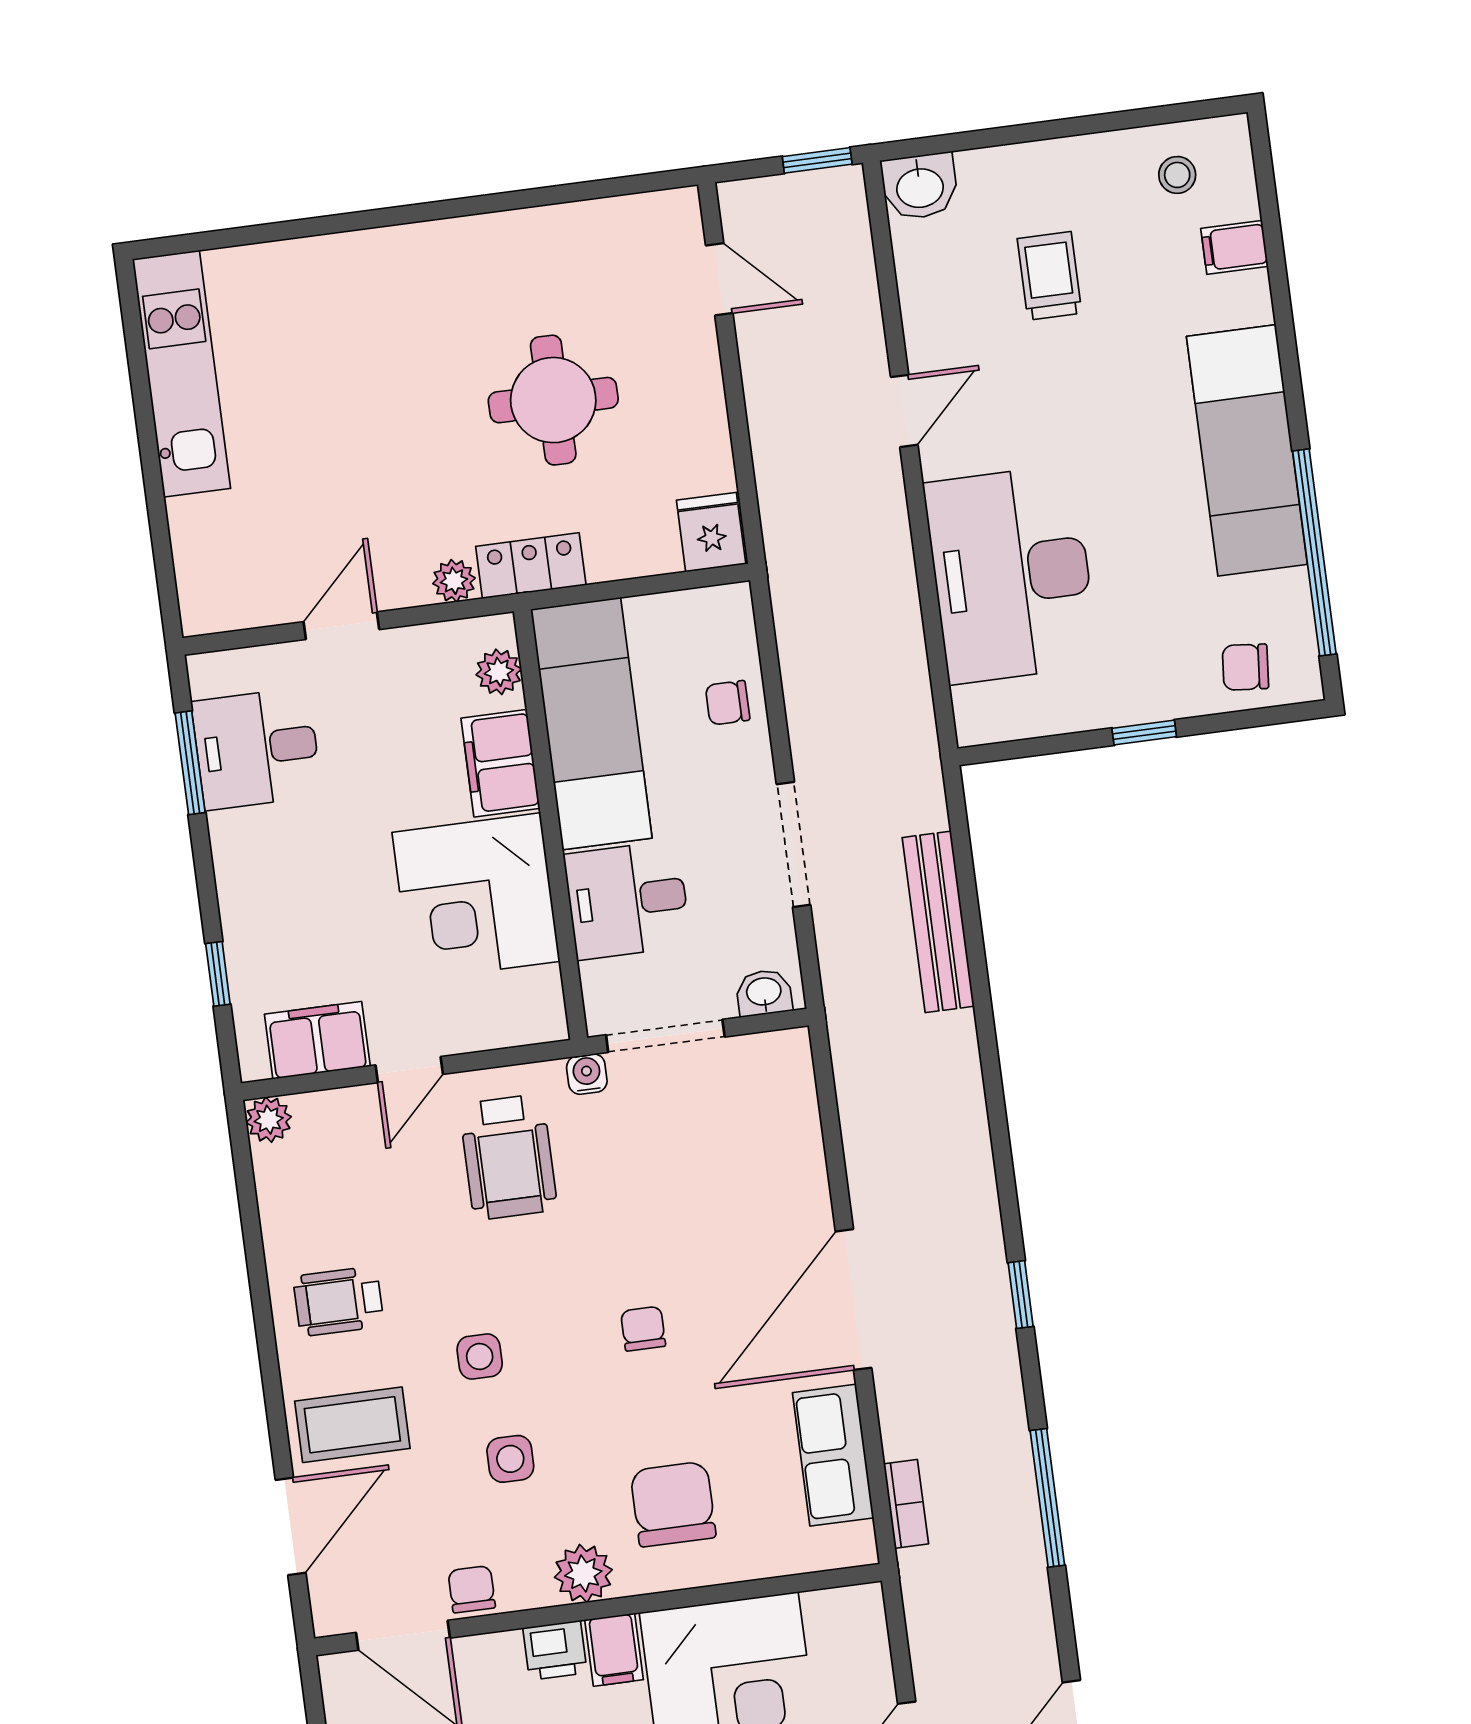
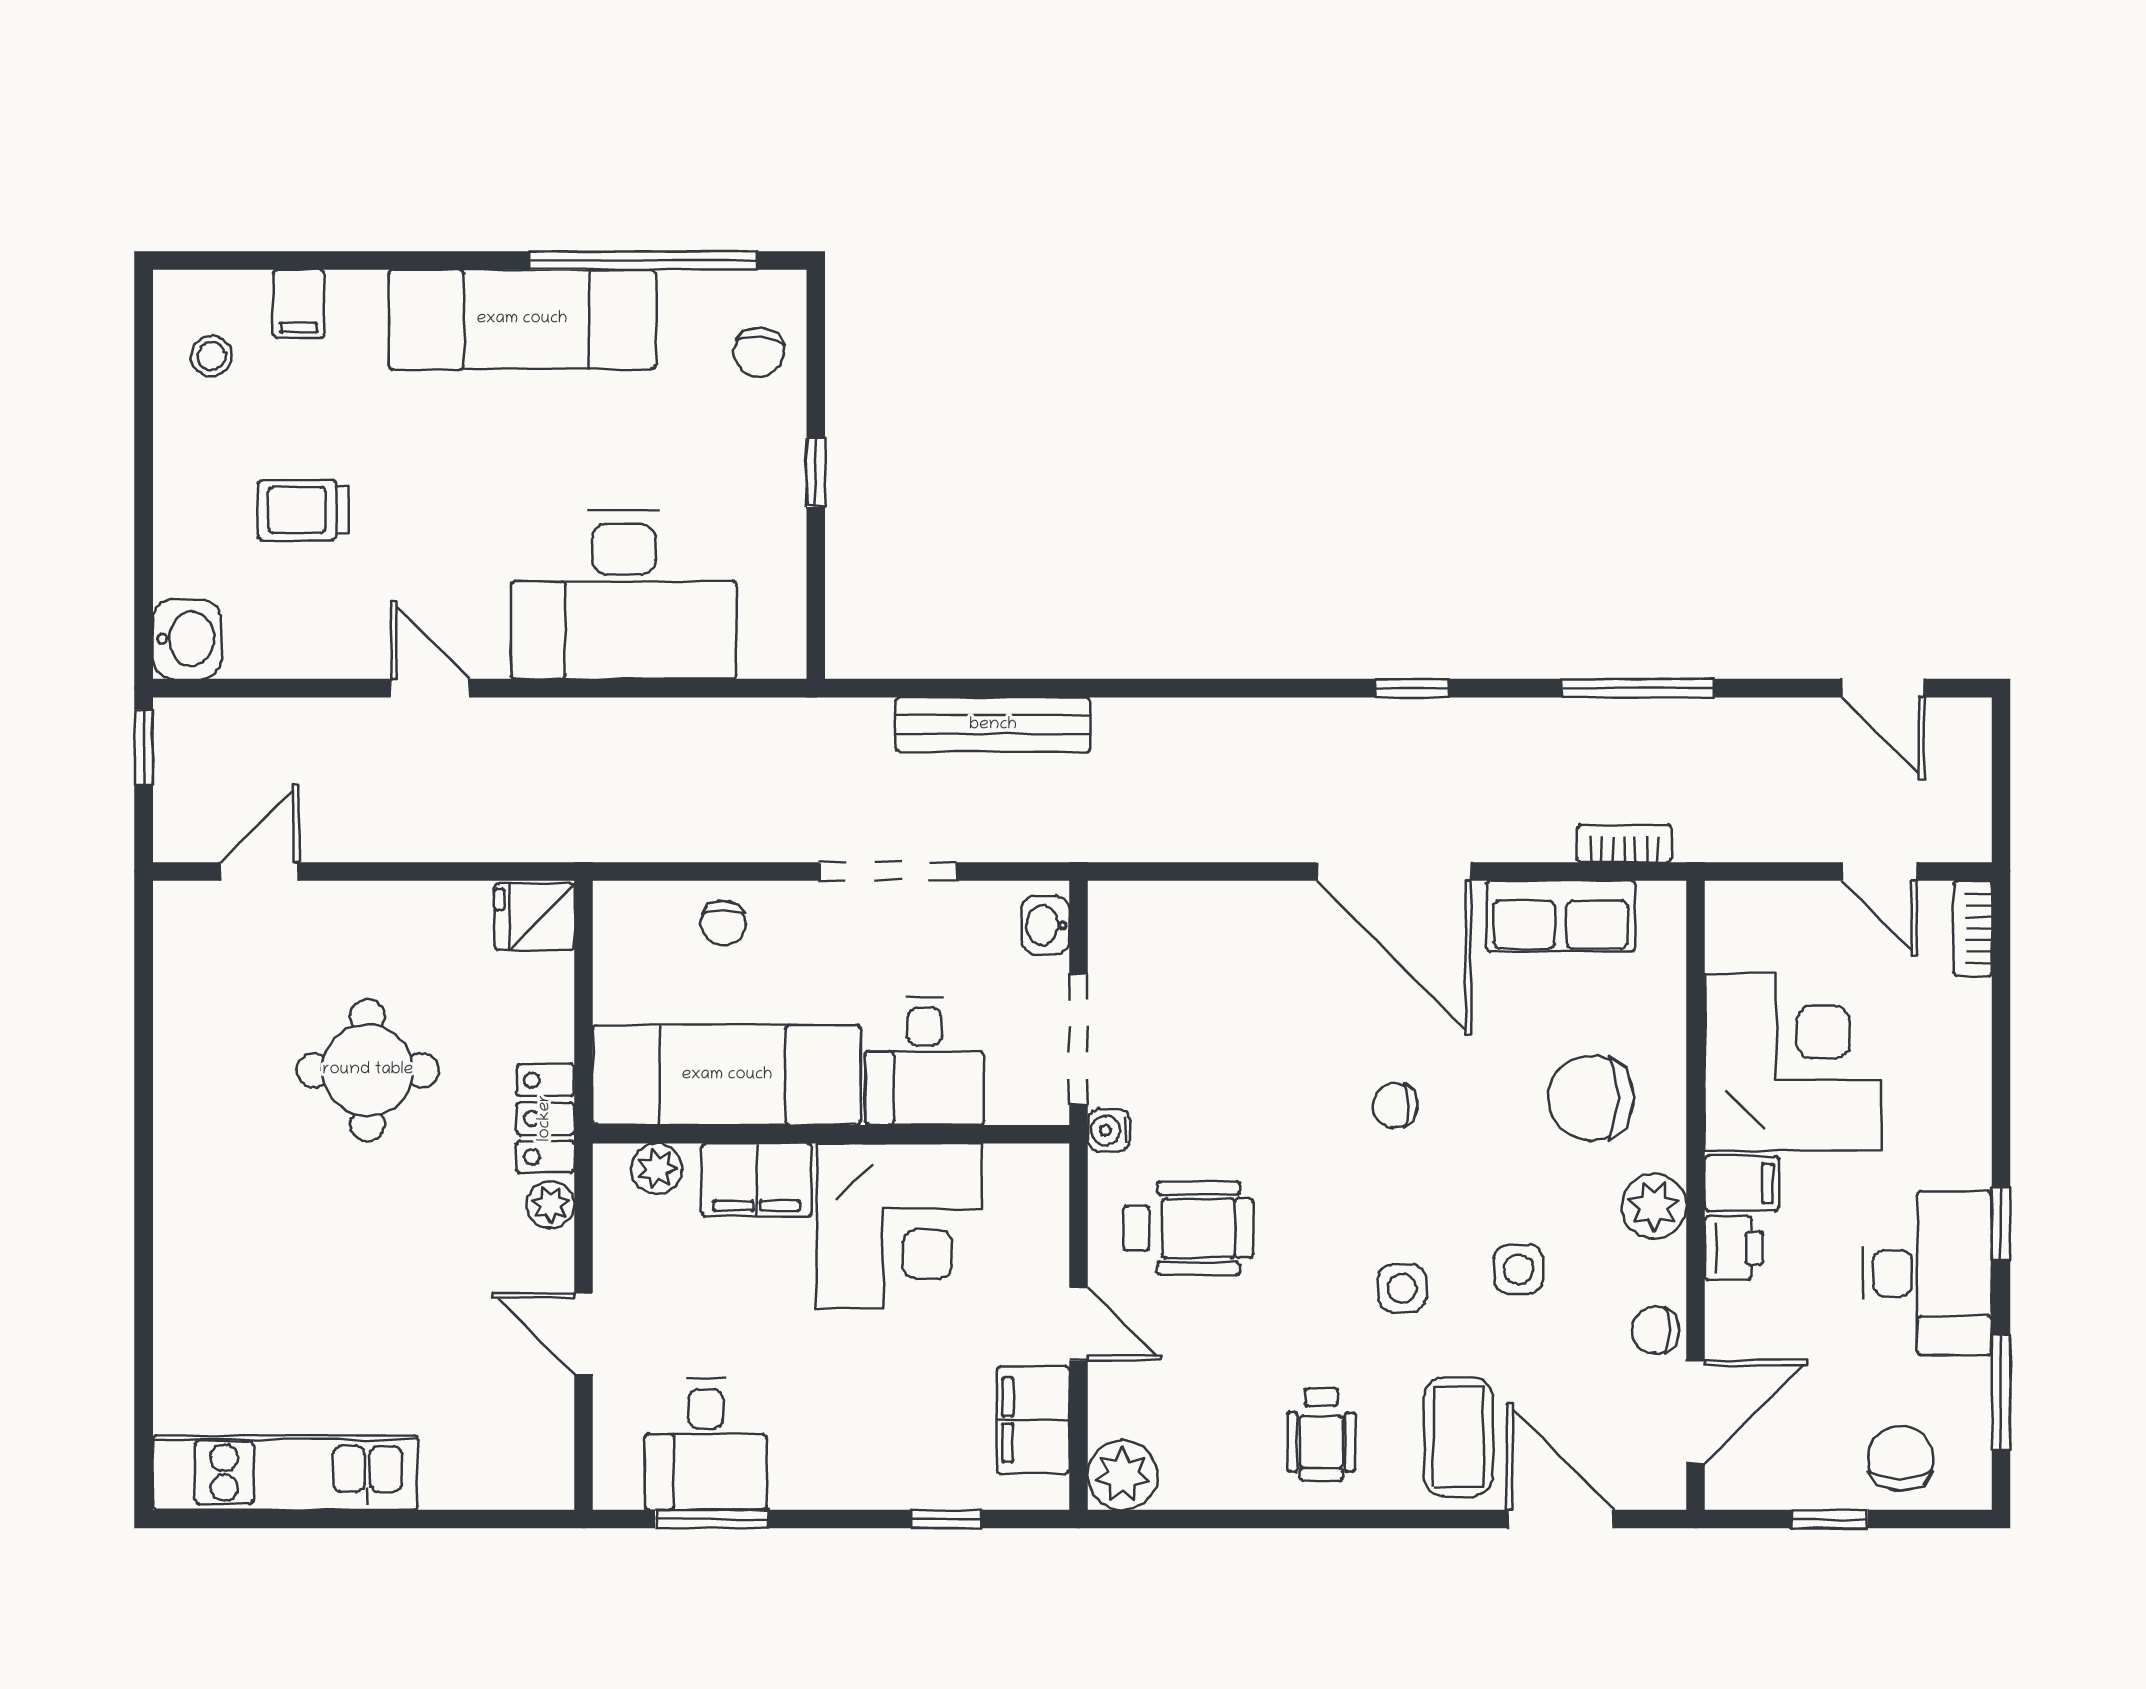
plant: (269, 1120) -> (1122, 1475), width x1.38, depth x1.38

